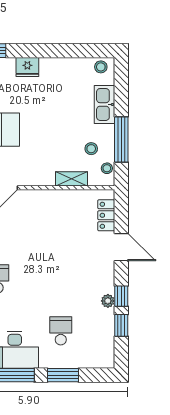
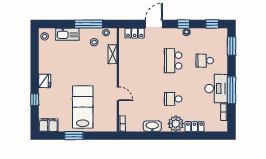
school desk: (61, 279) -> (173, 61), added
window: (121, 325) -> (212, 24), moved
window: (63, 375) -> (232, 46), moved

